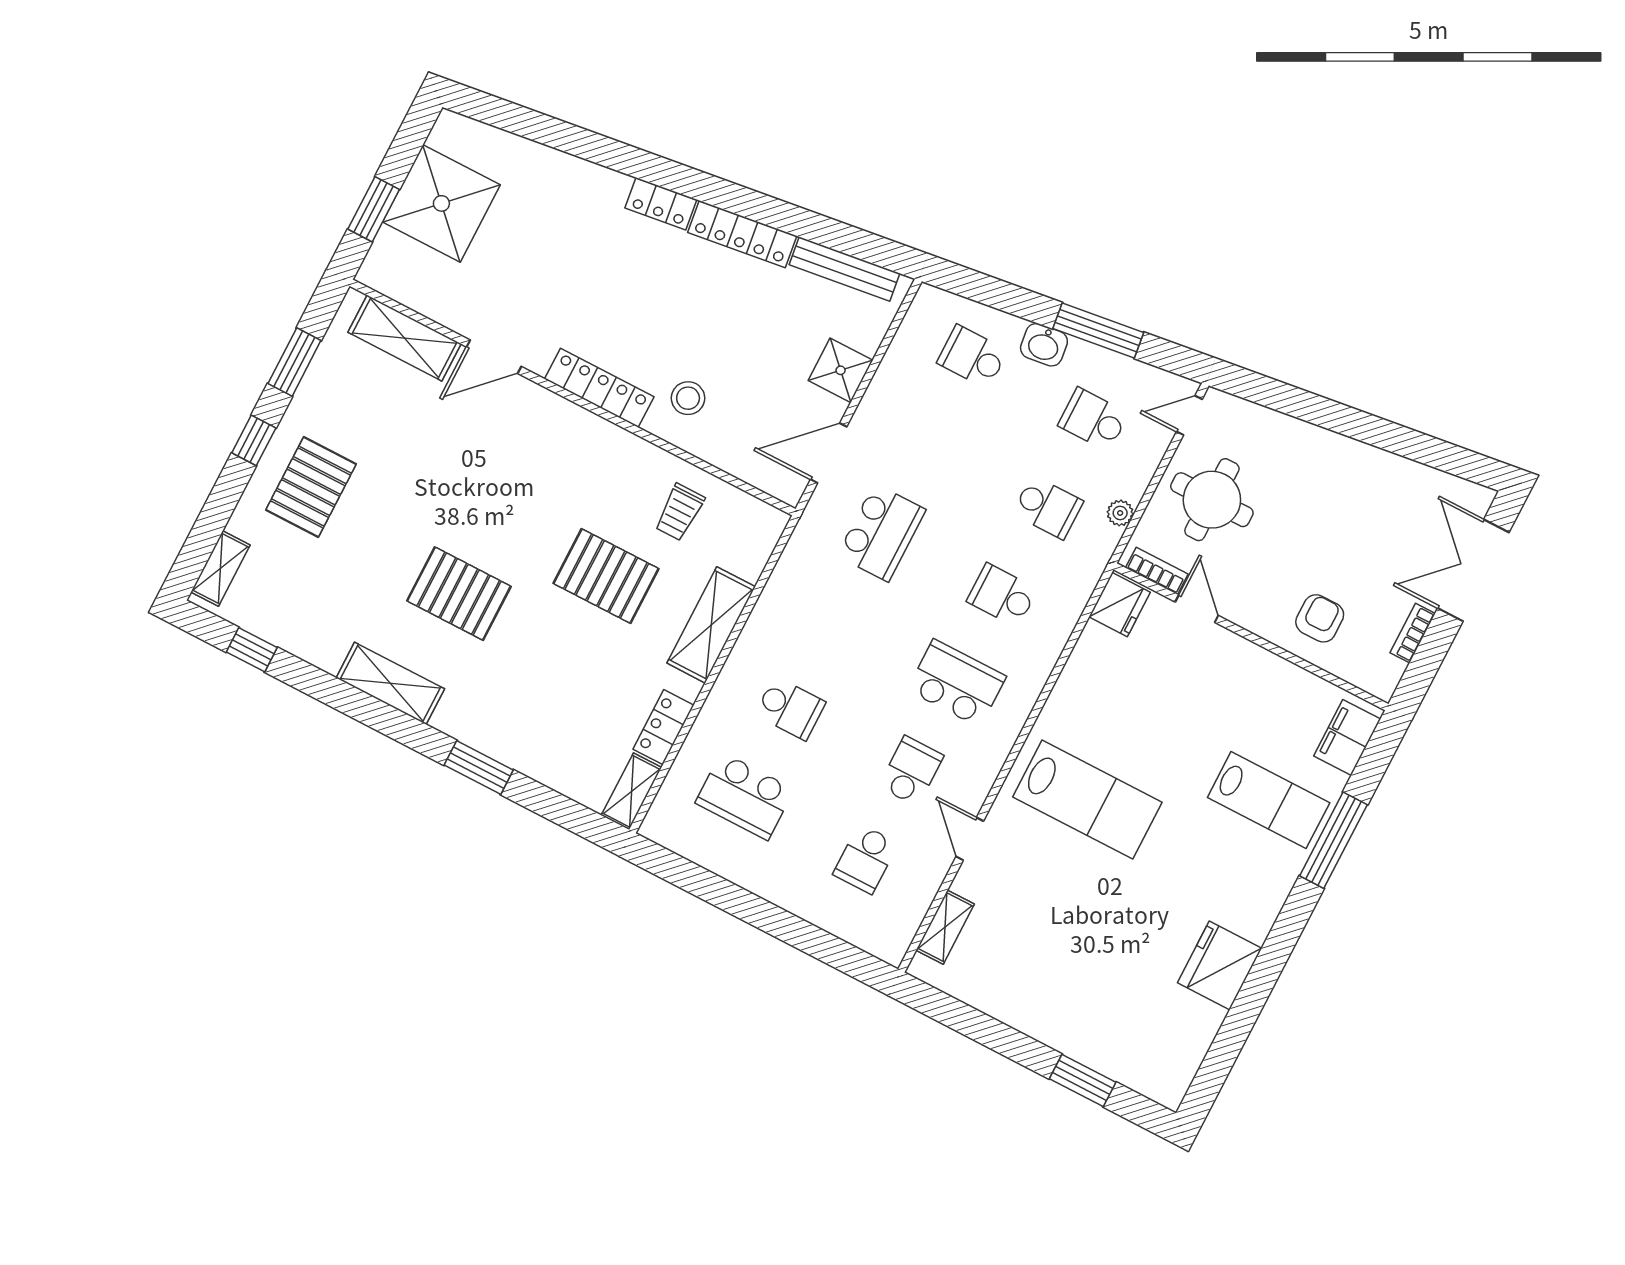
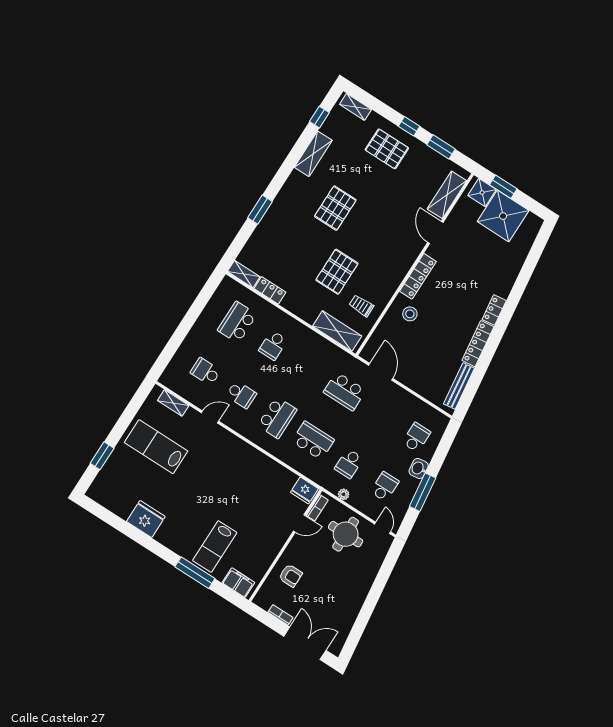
shower: (841, 370) -> (482, 192), moved
school desk: (1002, 595) -> (313, 441), width x1.85
shelving: (711, 625) -> (337, 331), moved
shelving: (390, 683) -> (313, 154), moved
lab bench: (1087, 800) -> (156, 447), moved, turned 90

